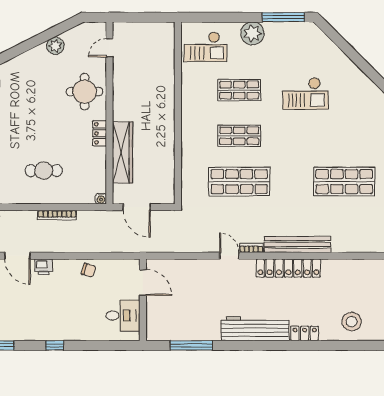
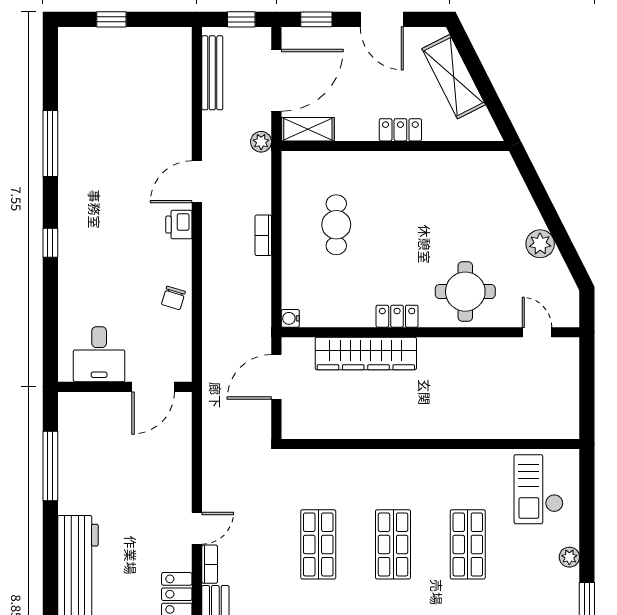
plant: (252, 33) -> (569, 557), width x0.53, depth x0.53
shop shelf: (239, 182) -> (318, 544), width x0.70, depth x0.74
bookcase: (57, 215) -> (263, 235), width x0.64

